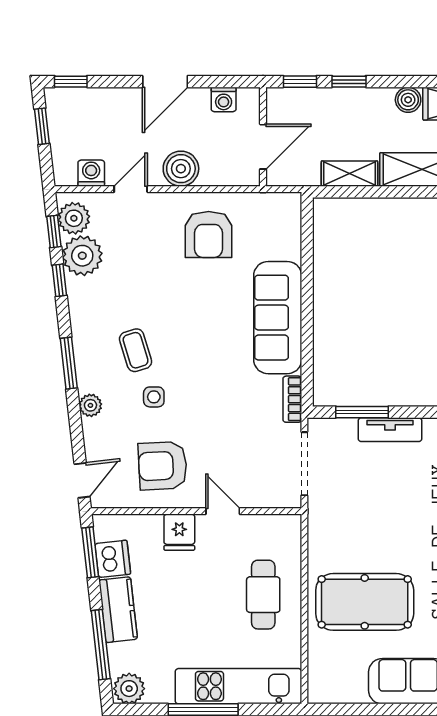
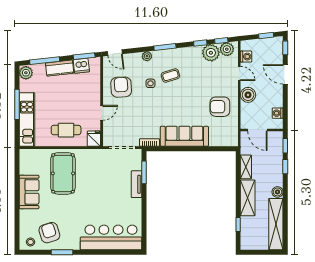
door: (165, 82) -> (285, 74), moved
fridge: (179, 532) -> (94, 139), moved, turned 90

